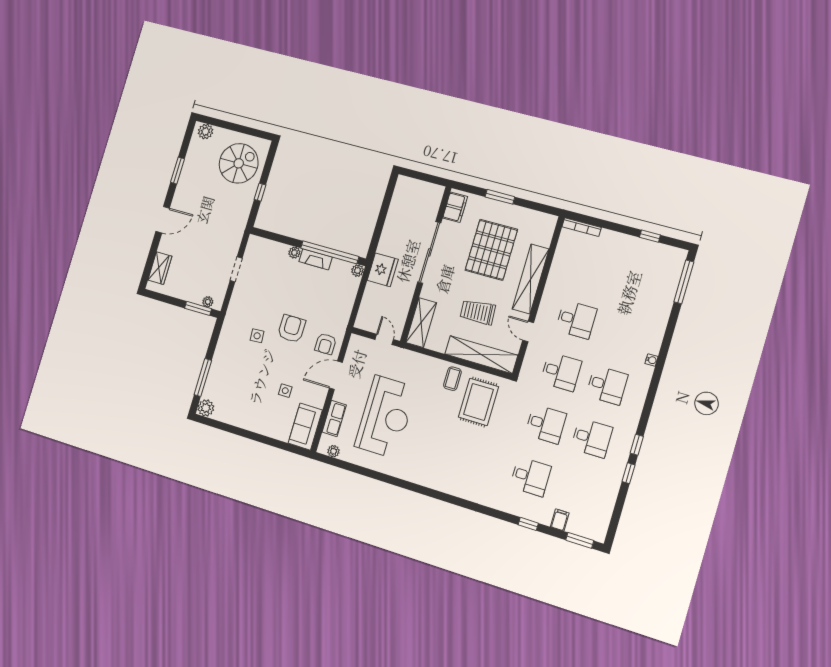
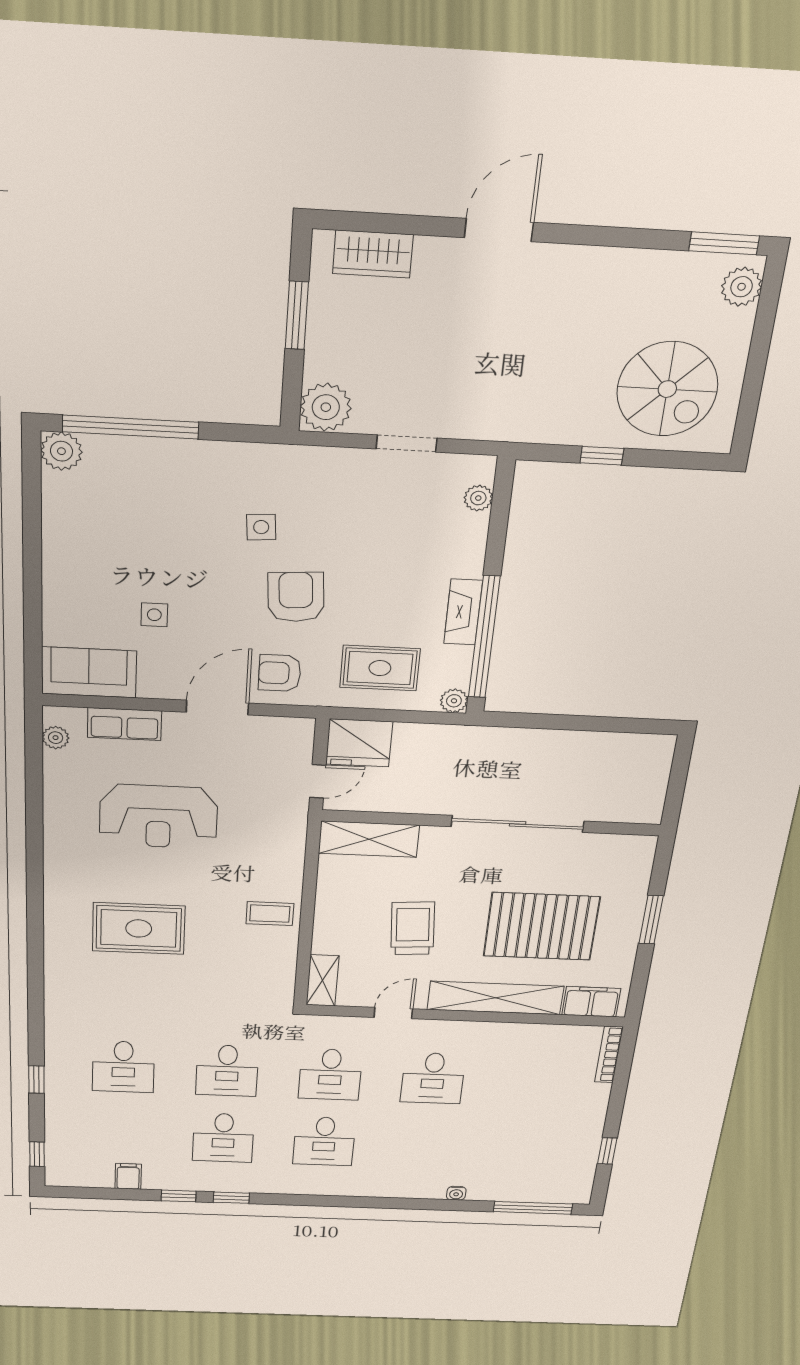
window: (177, 171) -> (724, 243), moved
filing cabinet: (455, 207) -> (591, 1002), moved, turned 180
door: (163, 220) -> (499, 230), swing flipped
plant: (294, 253) -> (478, 498), moved
fridge: (383, 270) -> (359, 743), moved
rug: (334, 300) -> (380, 668), added
plant: (208, 302) -> (326, 407), width x1.87, depth x1.87
window: (198, 308) -> (297, 315), moved
armchair: (292, 329) -> (296, 597), turned -94
shelving: (481, 355) -> (323, 980), width x0.45, depth x0.75
water cooler: (651, 360) -> (456, 1193), moved
door: (336, 375) -> (217, 708), hinge flipped
window: (203, 378) -> (131, 427), width x1.46
rug: (478, 402) -> (139, 928), moved
reception desk: (385, 417) -> (158, 817), width x0.74, depth x0.77
filing cabinet: (560, 520) -> (128, 1176), moved, turned -90
window: (580, 540) -> (37, 1154), width x0.67

